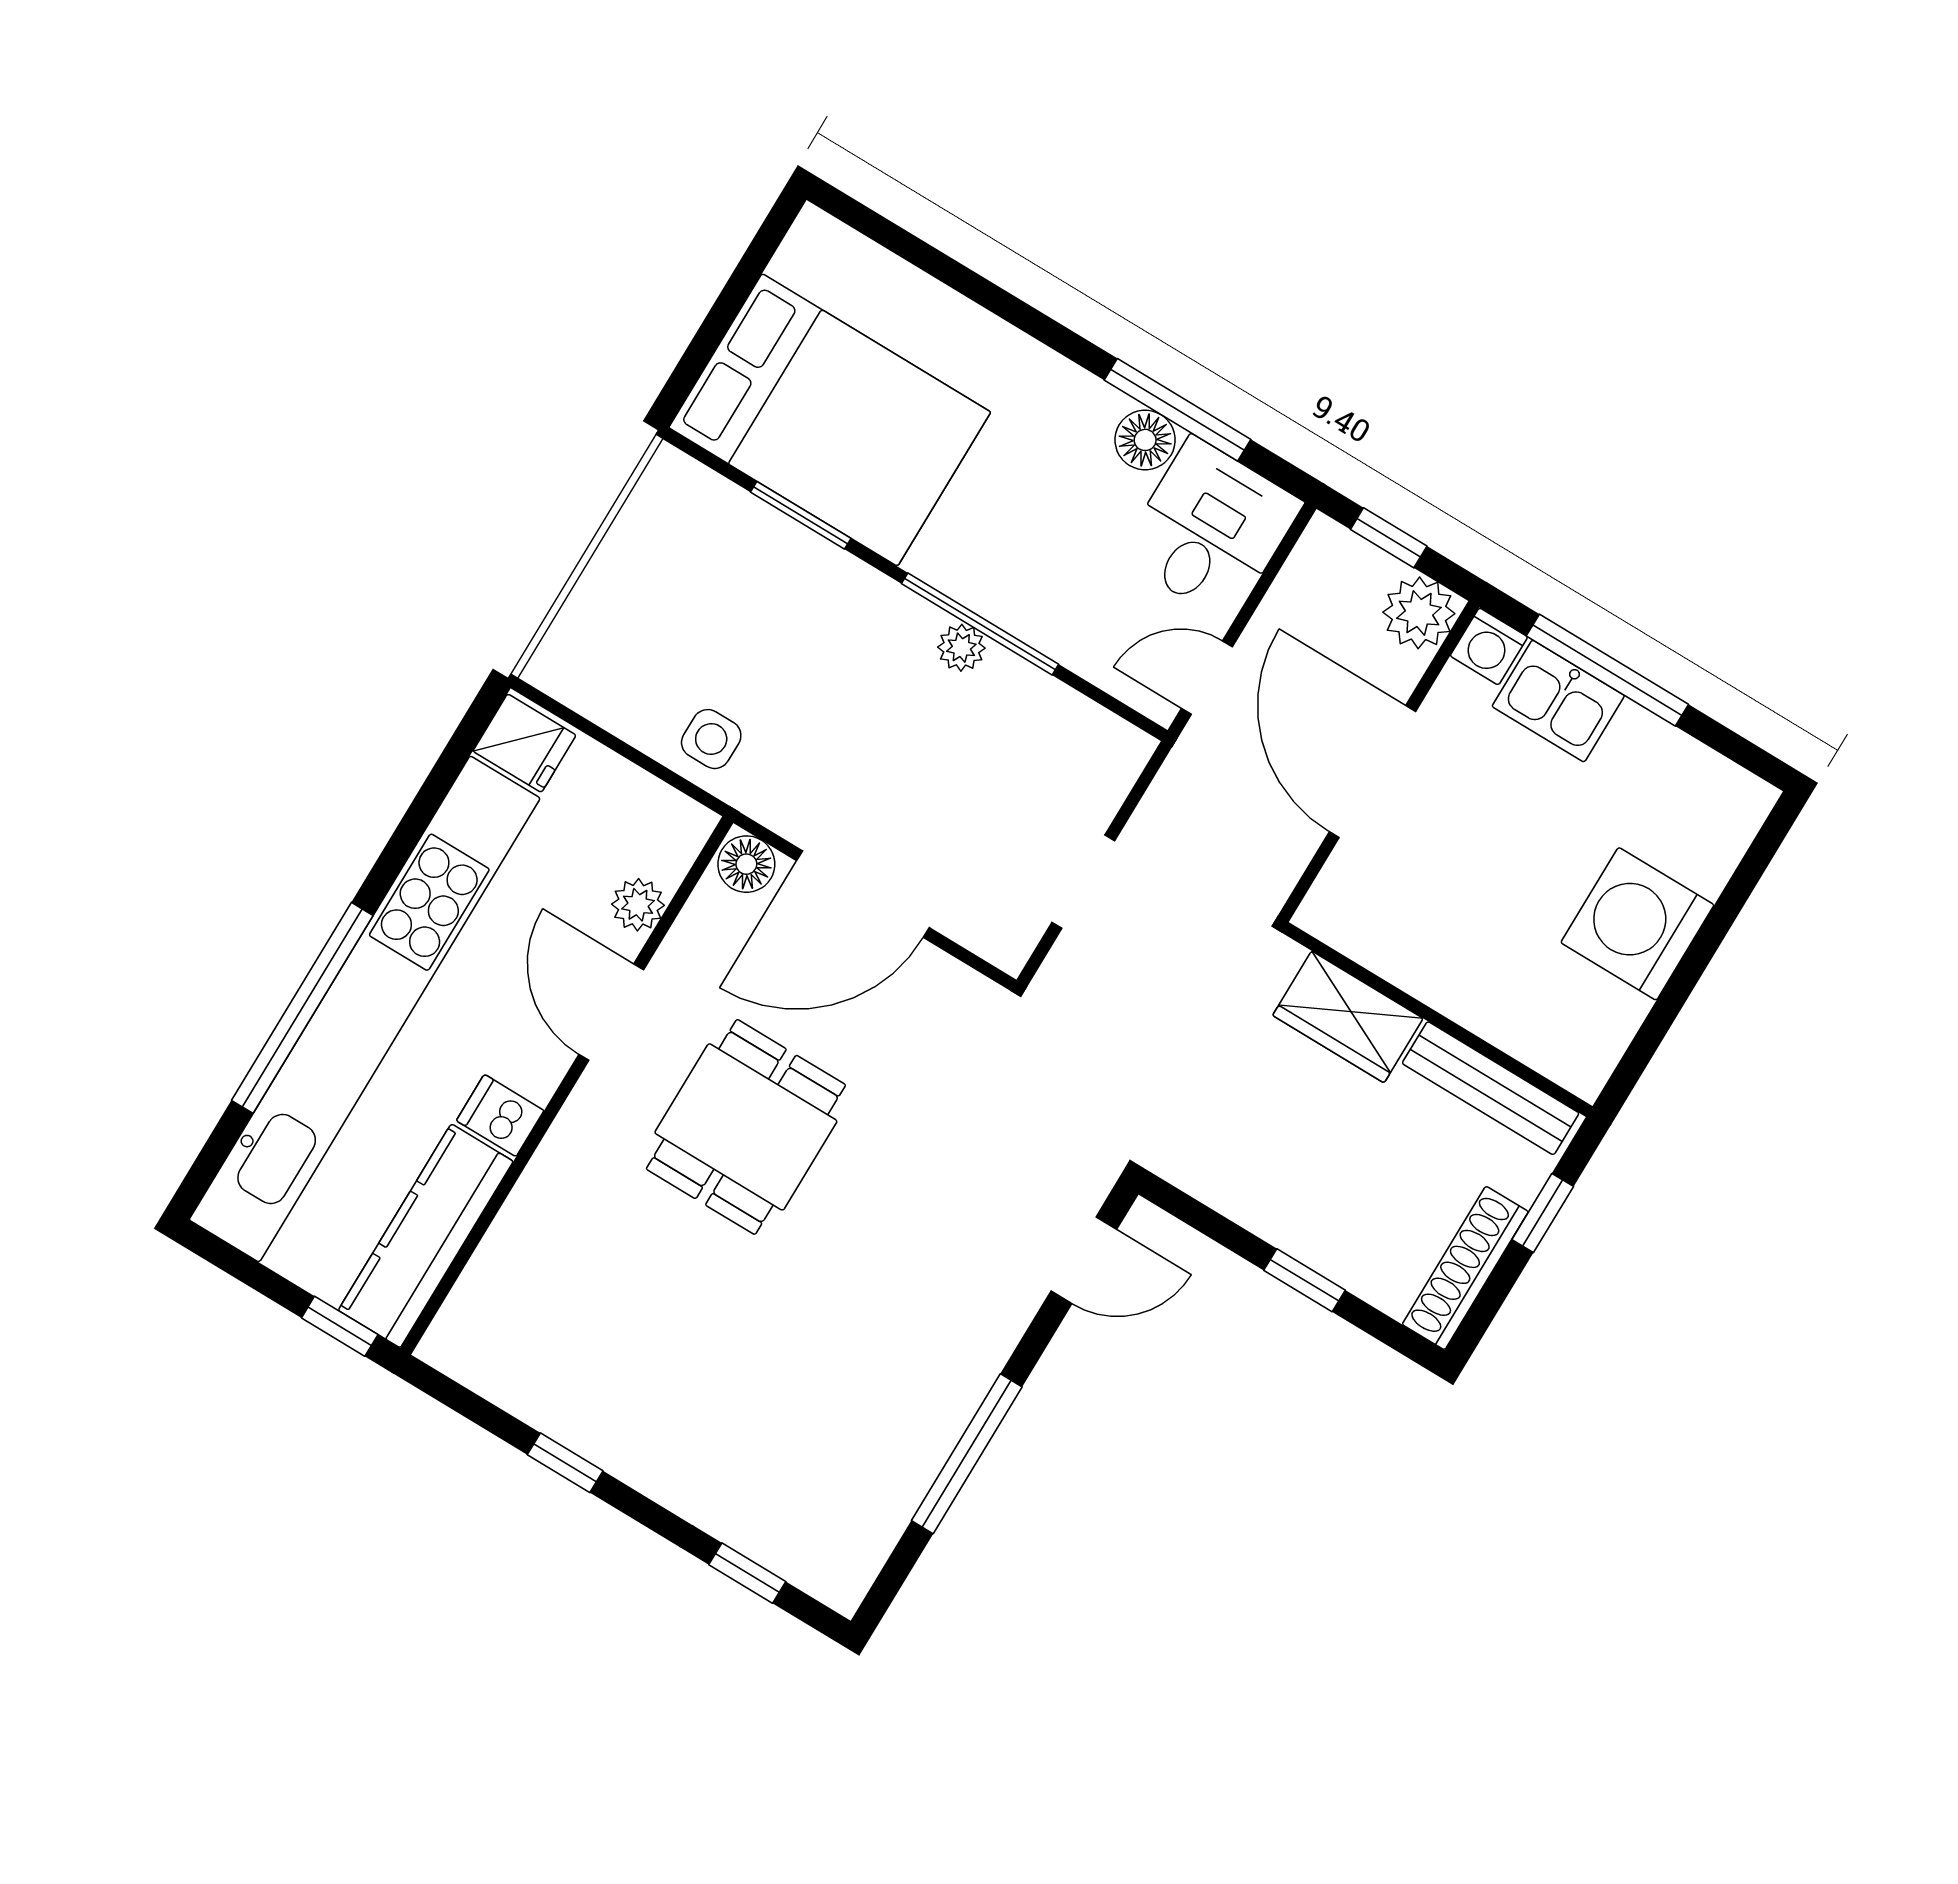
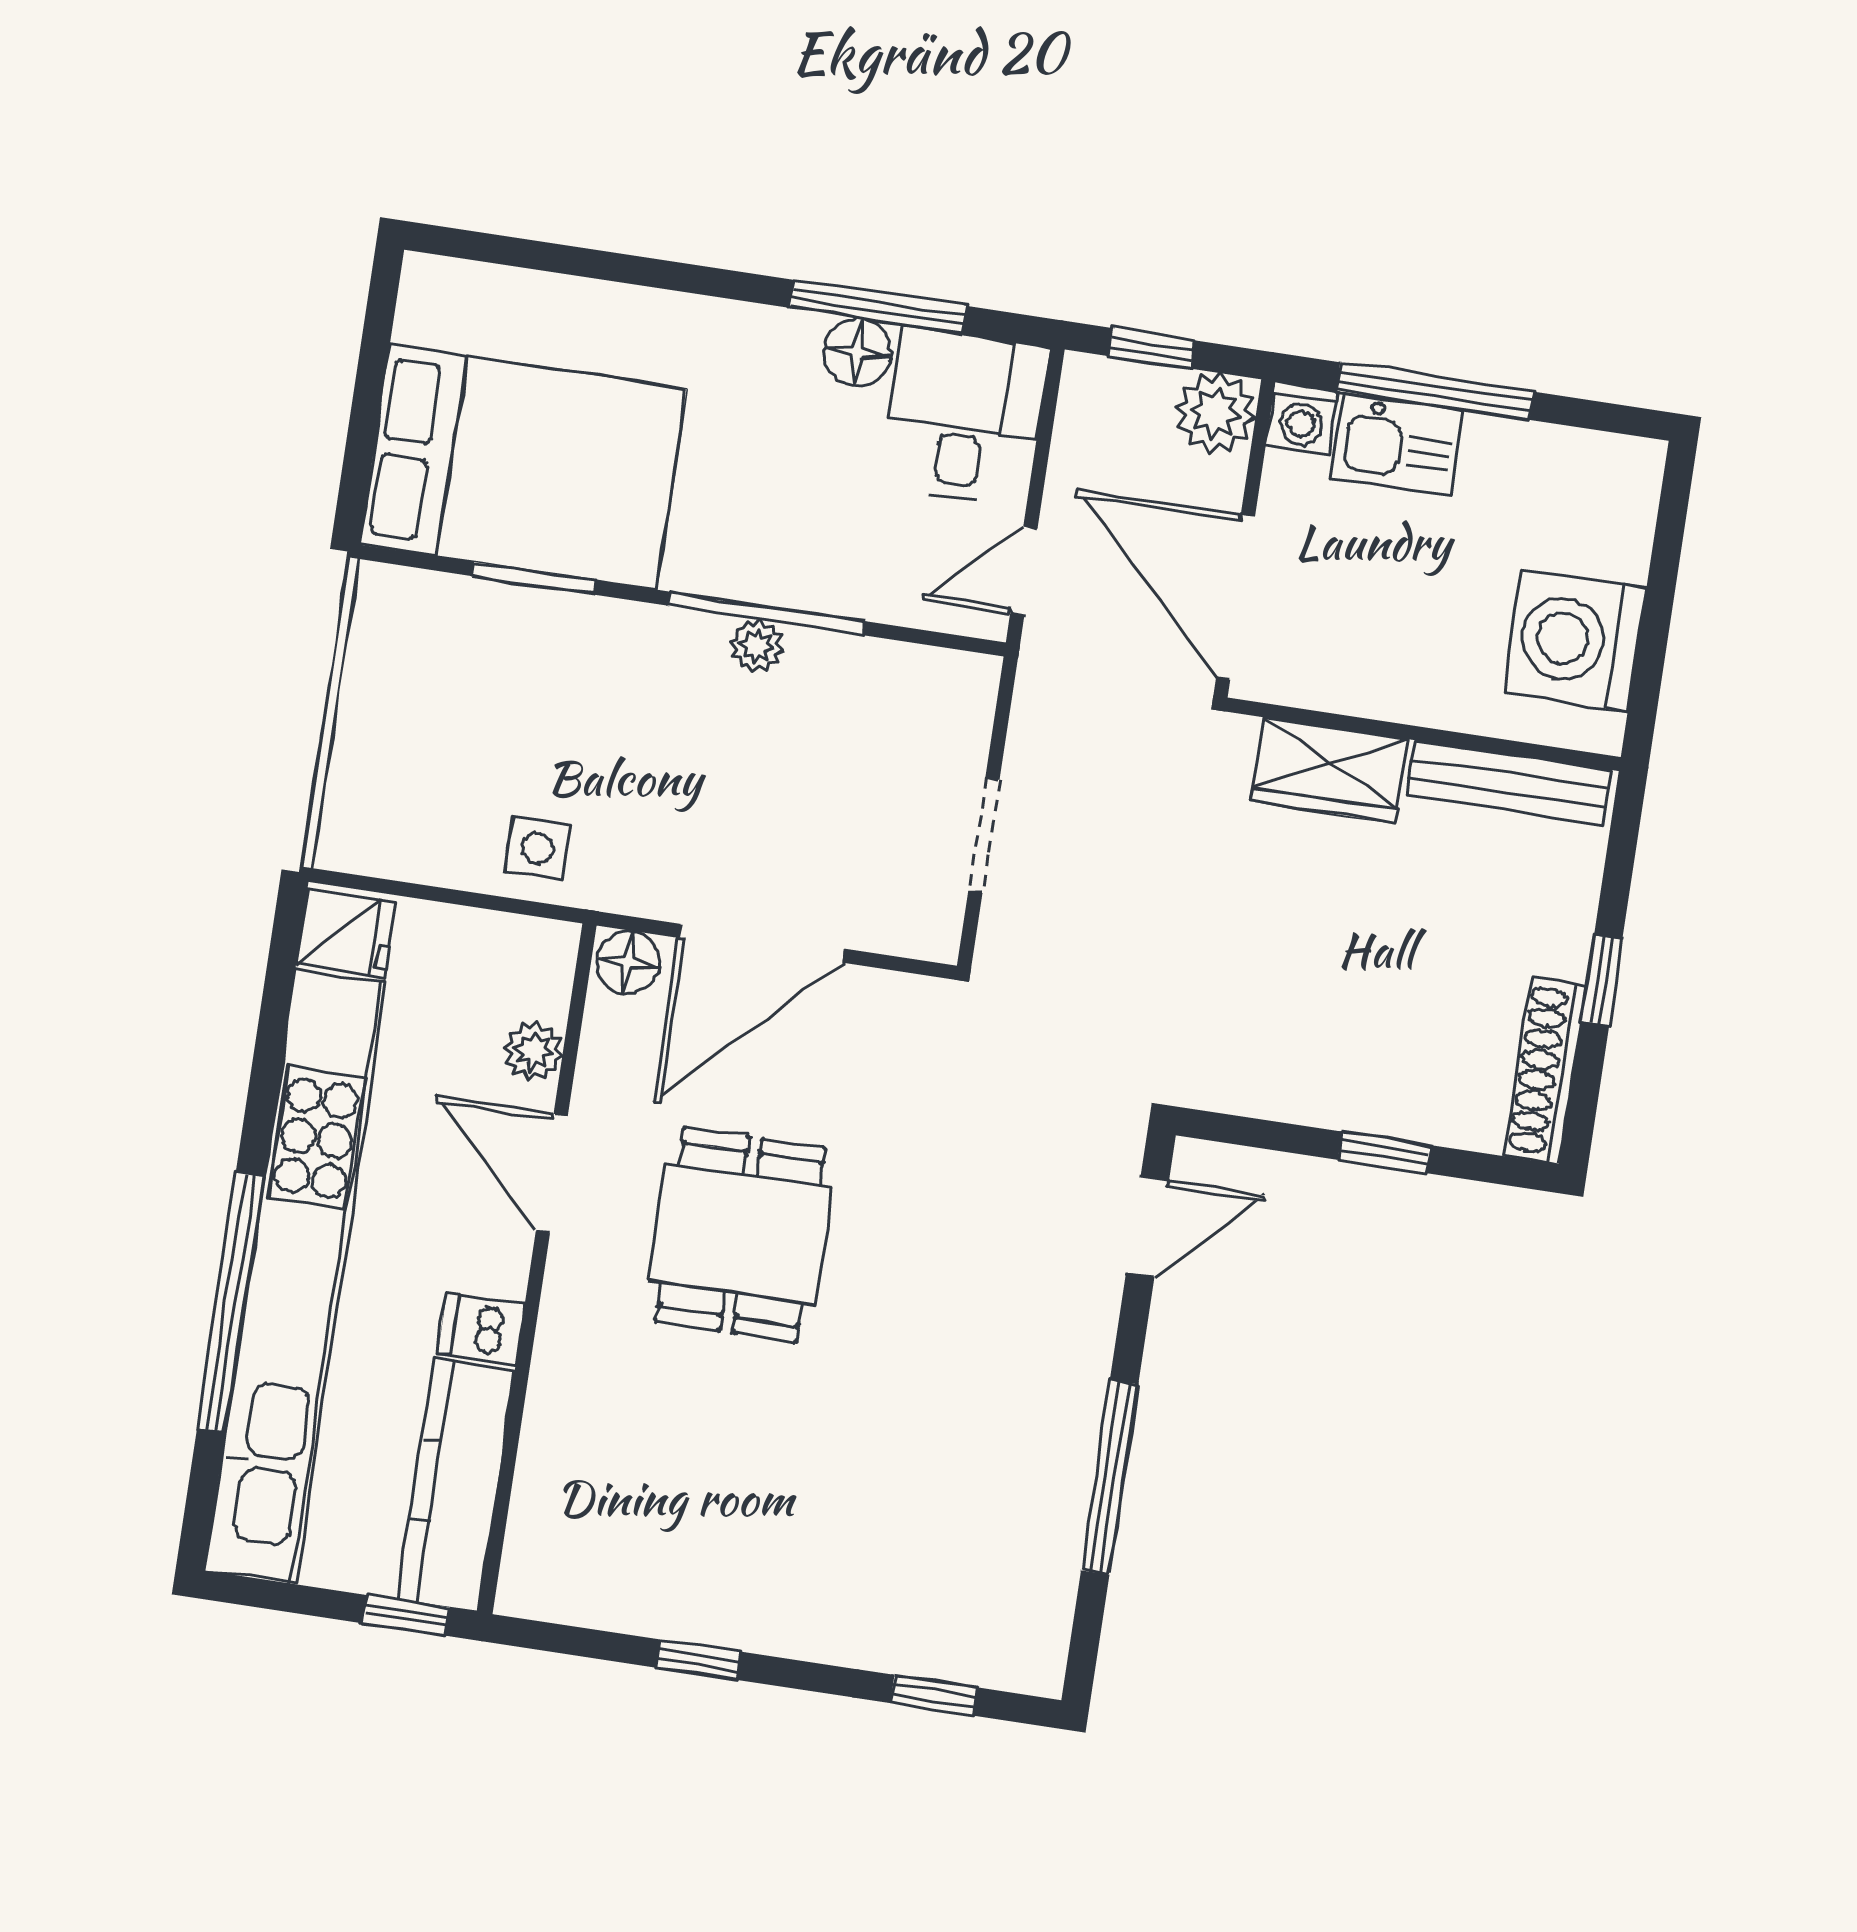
wardrobe: (1348, 1017) -> (1330, 770), moved
wall: (1437, 1020) -> (1423, 734), moved
bench: (1491, 1088) -> (1508, 782), moved

